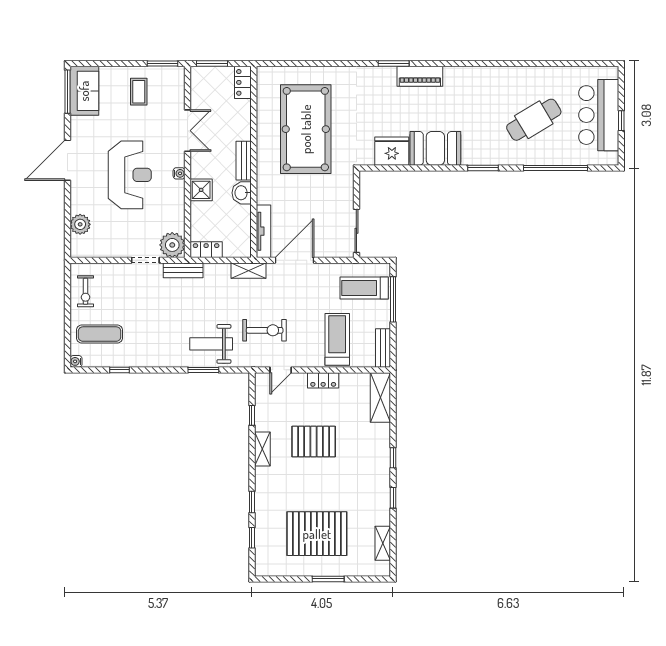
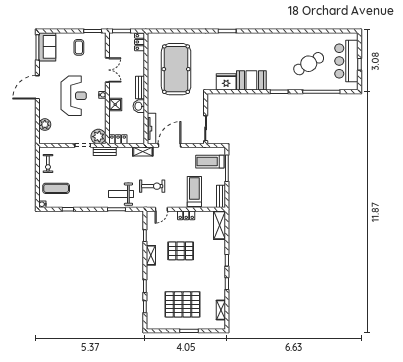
piano: (420, 76) -> (242, 38), removed

